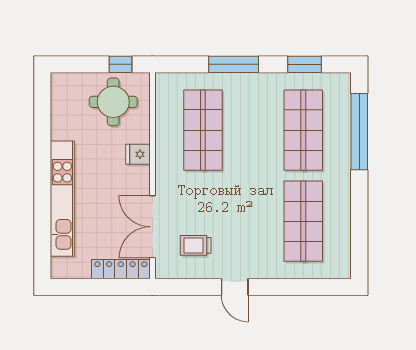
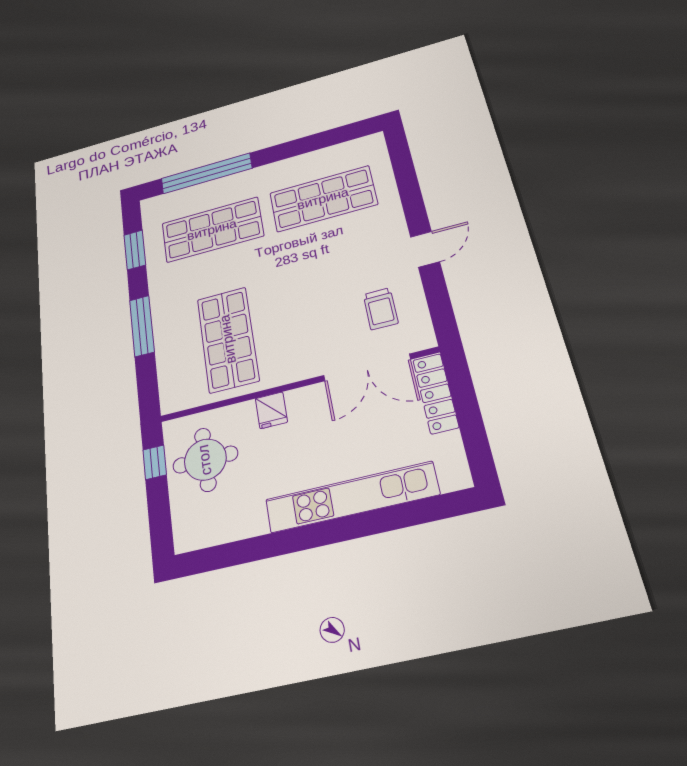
shop shelf: (203, 130) -> (228, 339), turned 90

